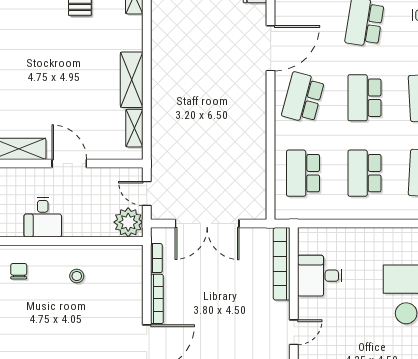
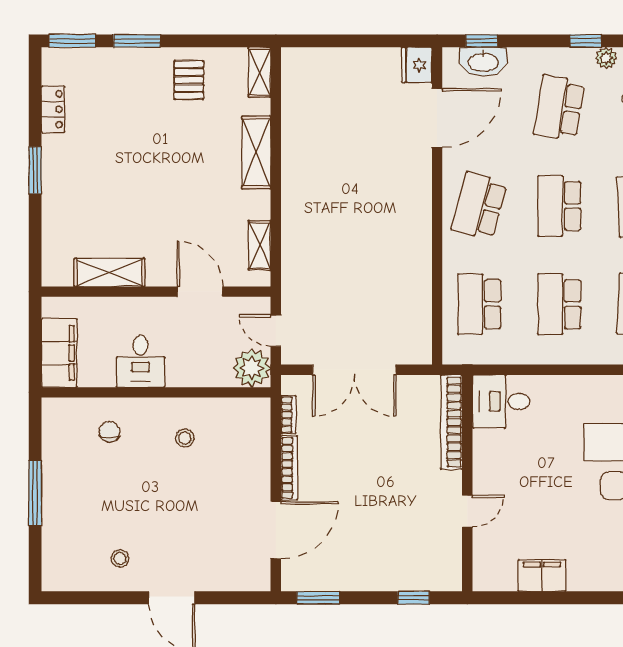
door: (271, 48) -> (437, 118), moved
shelving: (132, 80) -> (256, 152), moved
door: (69, 164) -> (200, 292), moved
desk: (320, 276) -> (501, 401), moved

